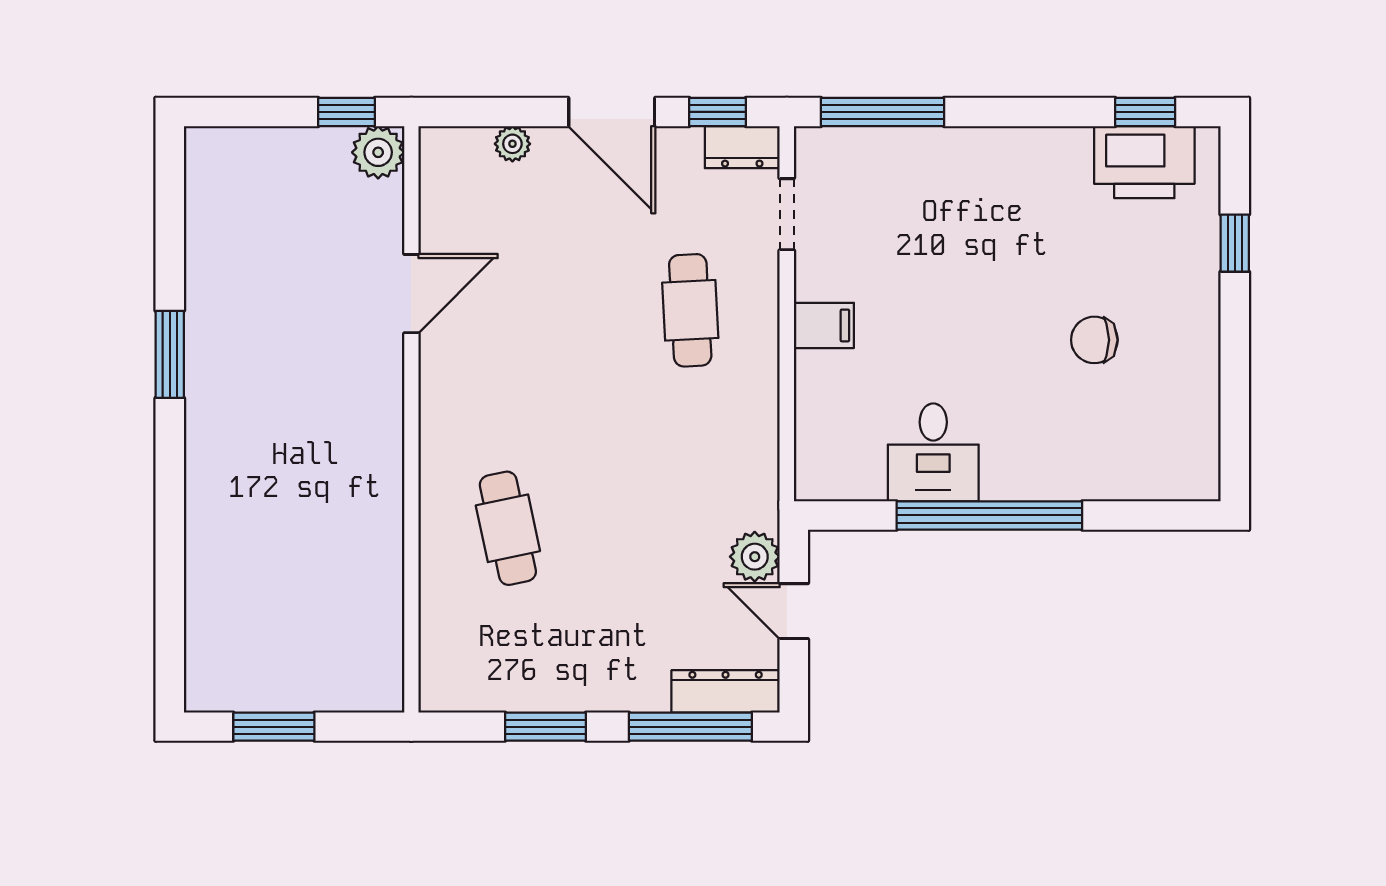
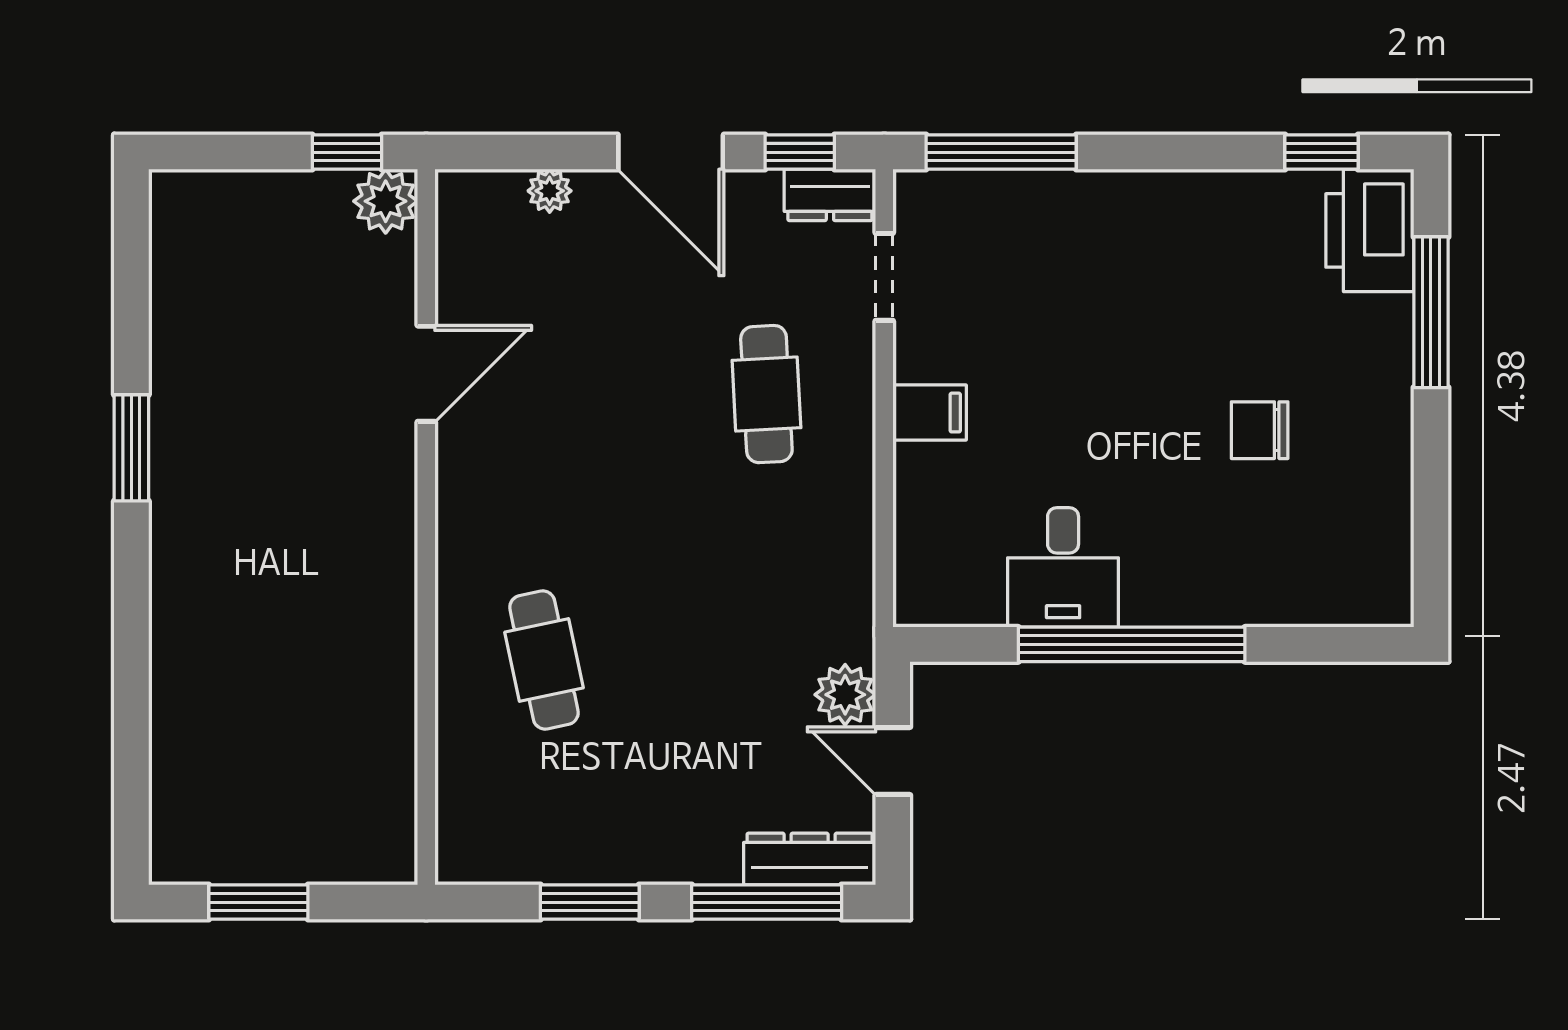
printer: (1144, 162) -> (1370, 230), moved, turned 90
window: (1235, 243) -> (1431, 312), width x2.17

